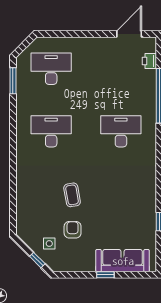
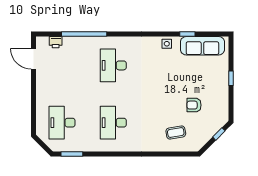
coffee table: (72, 195) -> (176, 132), moved
side table: (49, 244) -> (167, 44), moved
sofa: (123, 261) -> (202, 46), moved, turned -90

